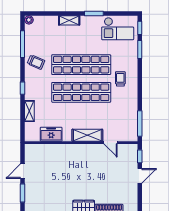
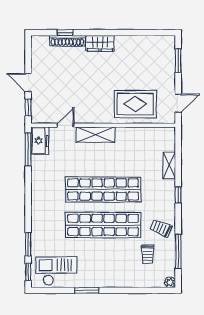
shelving: (69, 20) -> (119, 282), removed
trolley: (120, 79) -> (147, 254), moved
freezer: (51, 134) -> (40, 141), moved, turned -90
door: (110, 143) -> (66, 125), hinge flipped
rug: (56, 159) -> (135, 104), added
door: (23, 171) -> (178, 103), moved
door: (140, 176) -> (28, 83), hinge flipped

